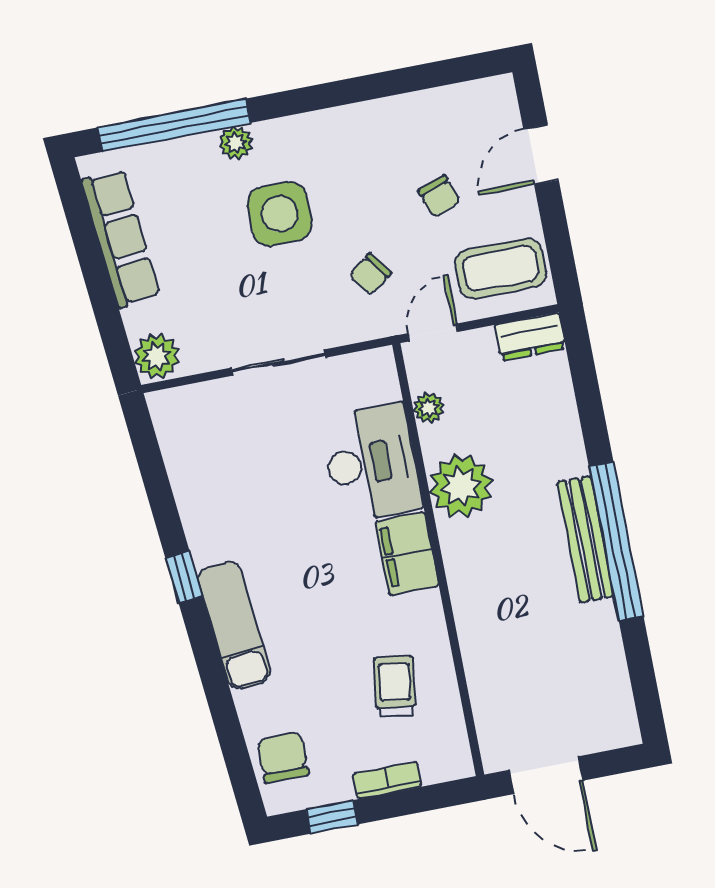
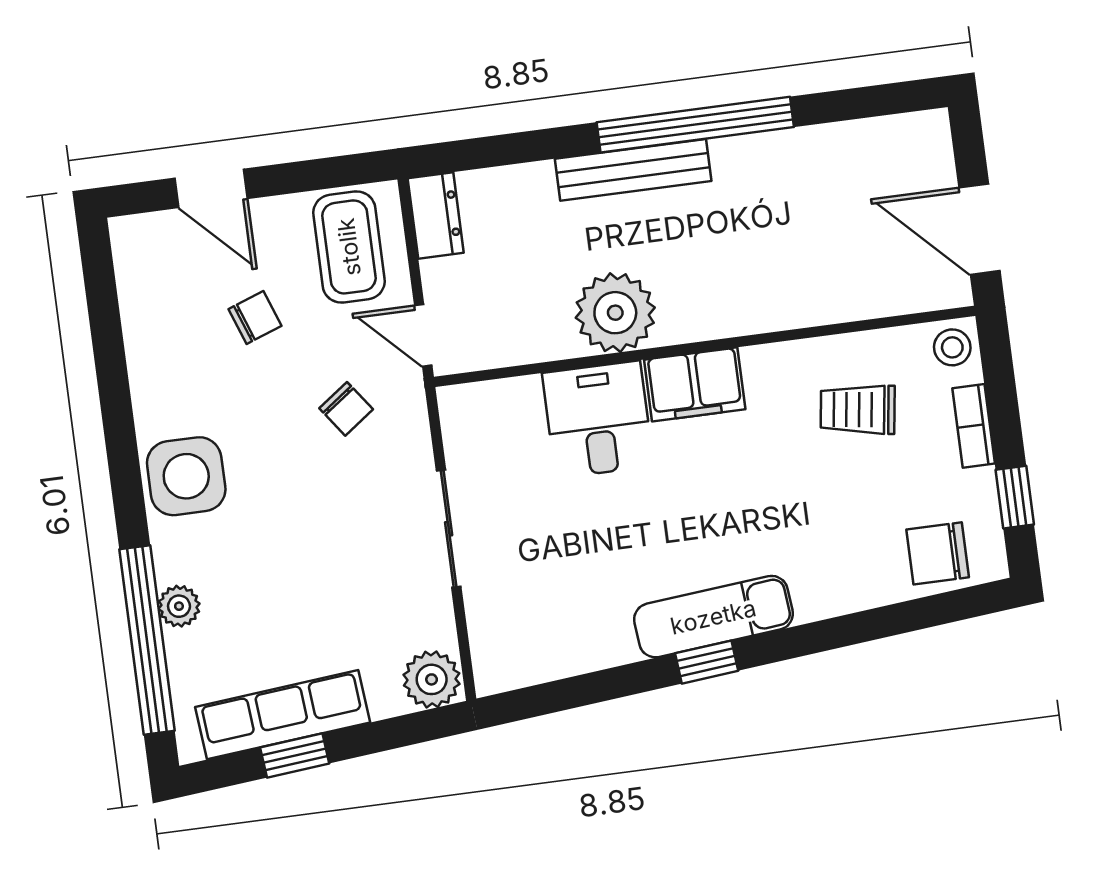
plant: (236, 143) -> (179, 606), moved
side table: (280, 214) -> (186, 476), moved
window: (89, 250) -> (295, 755), added
plant: (429, 408) -> (516, 347), removed
desk: (371, 463) -> (598, 419), width x0.73
bench: (586, 539) -> (633, 170), moved
exam couch: (234, 625) -> (713, 617), moved
stool: (449, 759) -> (952, 347), added
door: (546, 775) -> (980, 229), swing flipped

